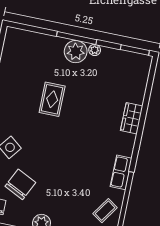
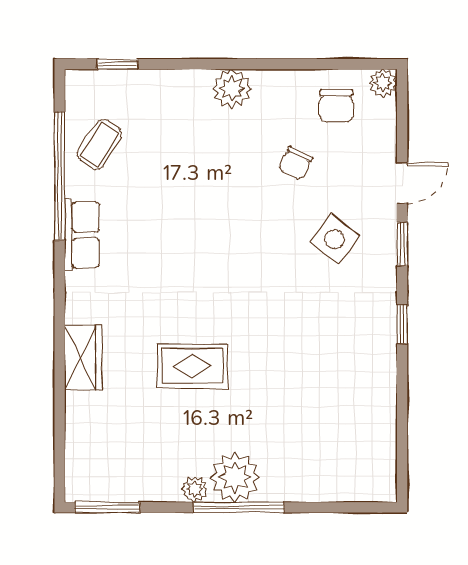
rug: (52, 99) -> (192, 366), moved, turned 90
chair: (20, 184) -> (295, 163), width x0.54, depth x0.54

